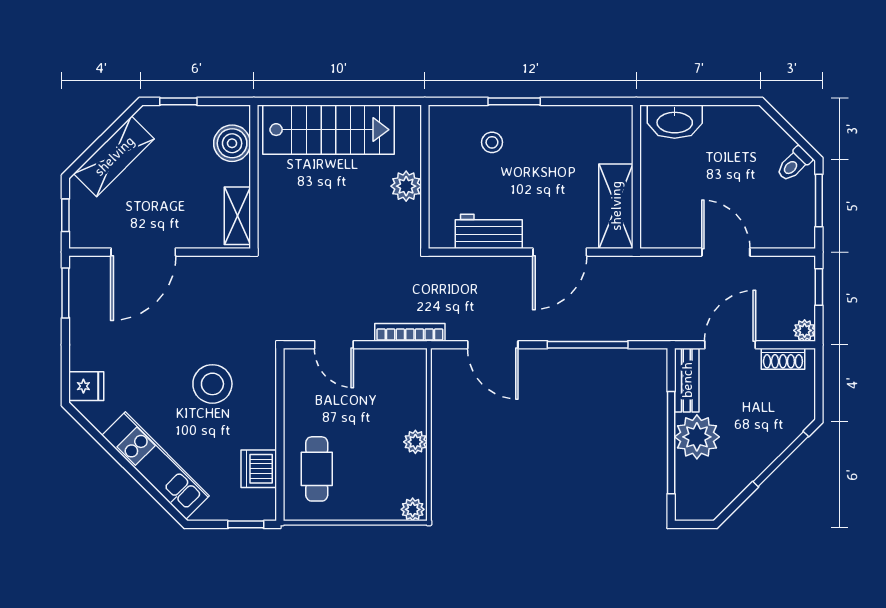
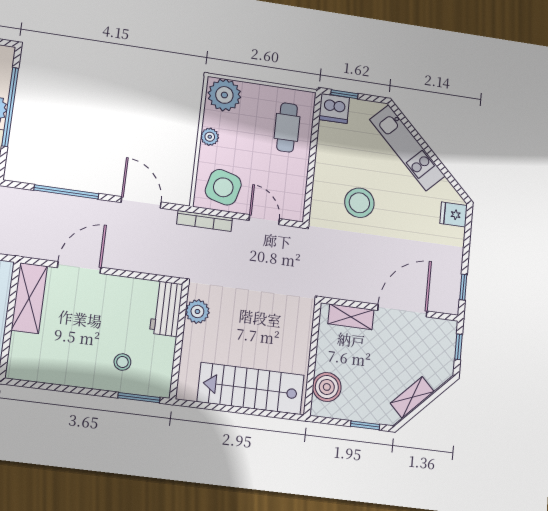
window: (514, 101) -> (139, 398), moved
shelving: (114, 156) -> (412, 397), width x0.67, depth x0.75
plant: (406, 186) -> (197, 311), moved
shelving: (237, 216) -> (351, 317), moved, turned 90
workbench: (489, 231) -> (166, 309), moved, turned 90
window: (65, 293) -> (463, 287), width x0.67
side table: (391, 379) -> (223, 187), added
dishwasher: (259, 469) -> (334, 109), moved, turned 90
plant: (413, 509) -> (224, 95), width x1.88, depth x1.88

